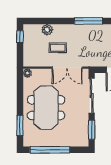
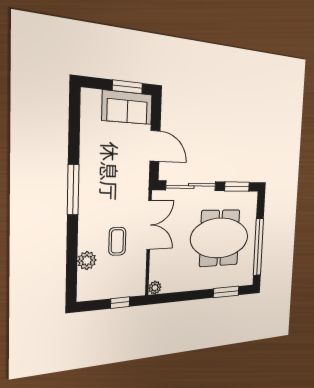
window: (20, 37) -> (120, 303), moved
meeting table: (46, 108) -> (220, 238), moved

